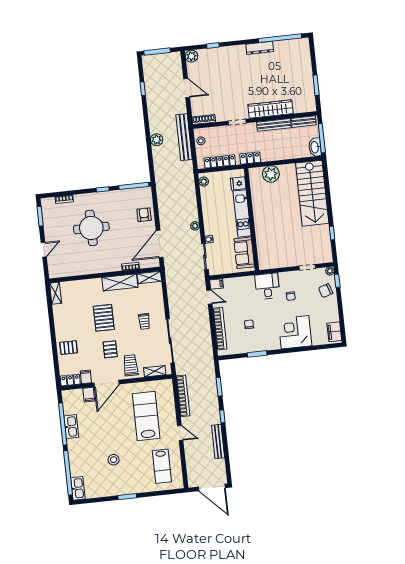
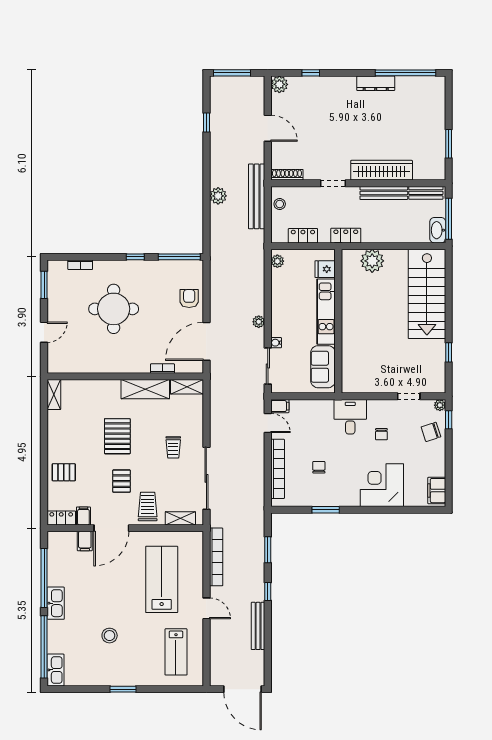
locker: (220, 161) -> (303, 236), width x0.66
kitchen sink: (71, 427) -> (56, 603), moved

